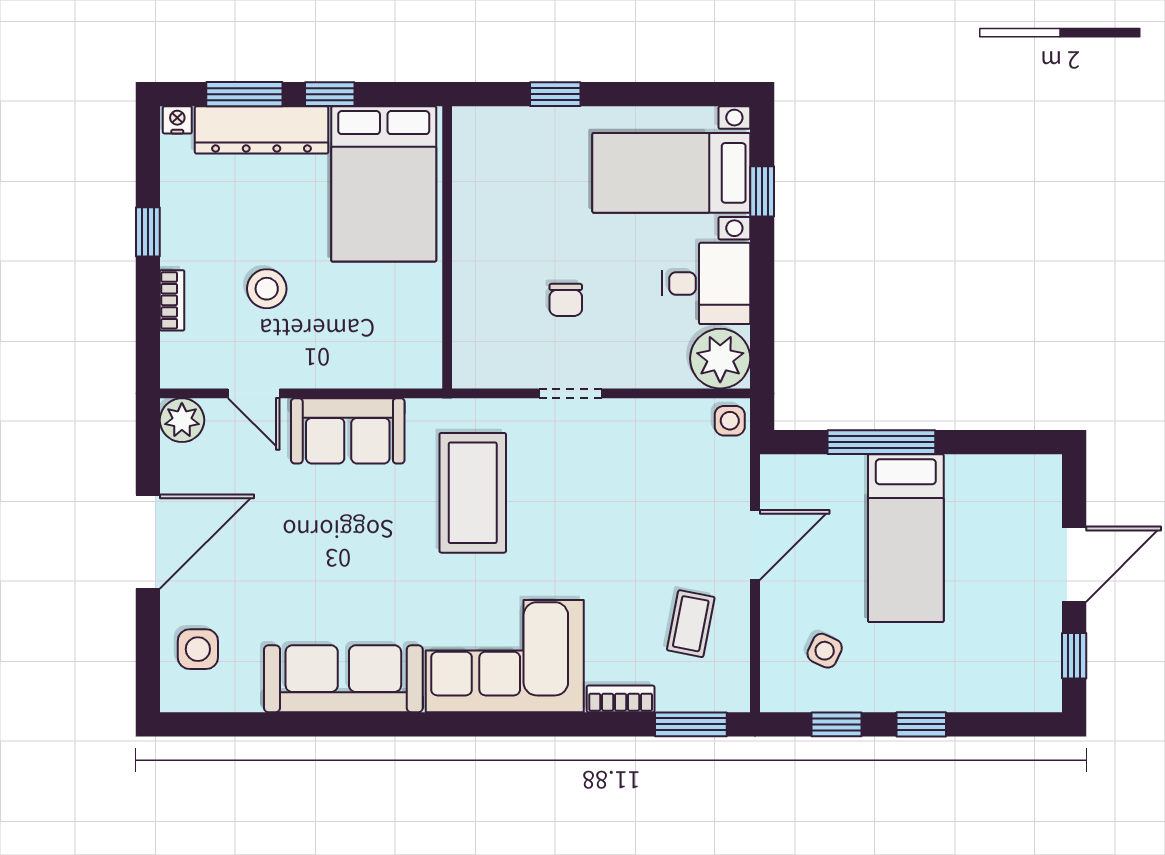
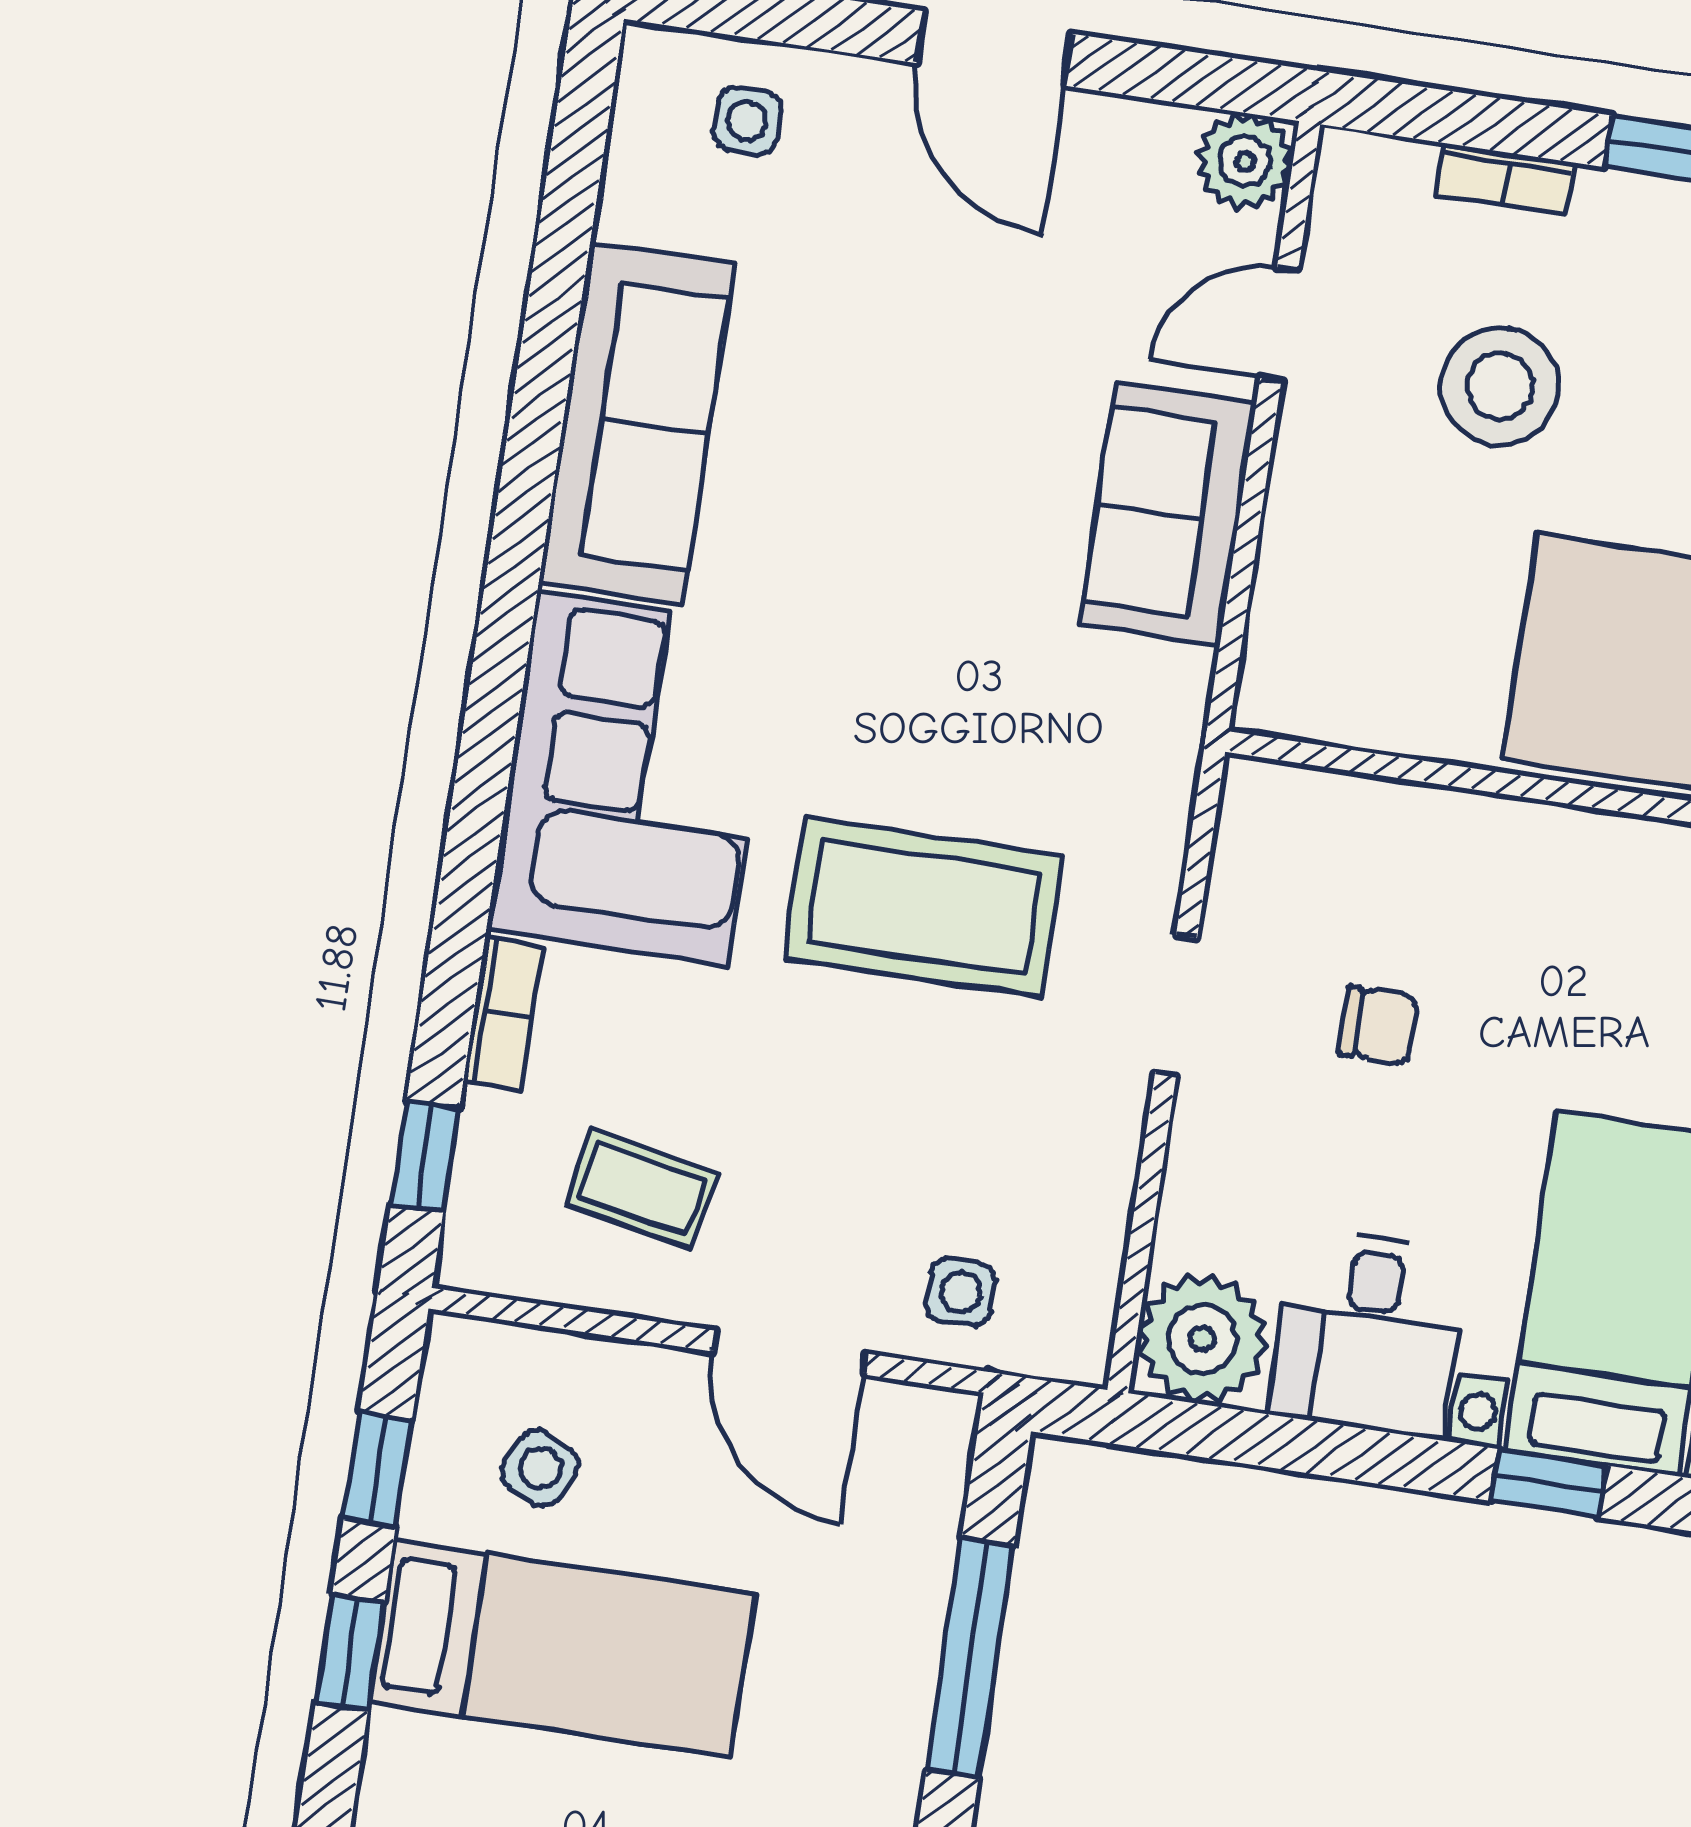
stool: (267, 289) -> (1500, 386), width x1.38, depth x1.38
chair: (566, 300) -> (1379, 1025), turned 180
side table: (730, 421) -> (961, 1292), moved
coffee table: (473, 493) -> (924, 907), moved
bed: (906, 538) -> (562, 1648), moved, turned 180
door: (148, 542) -> (995, 49), width x0.73
side table: (198, 649) -> (747, 121), width x0.73, depth x0.73
window: (691, 724) -> (425, 1156), width x0.67

